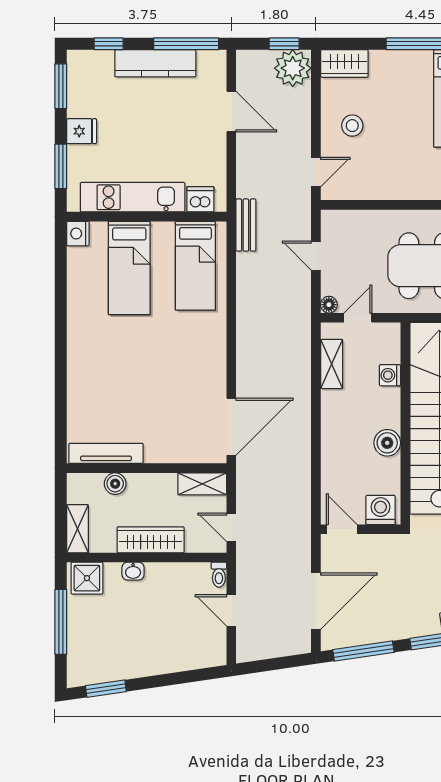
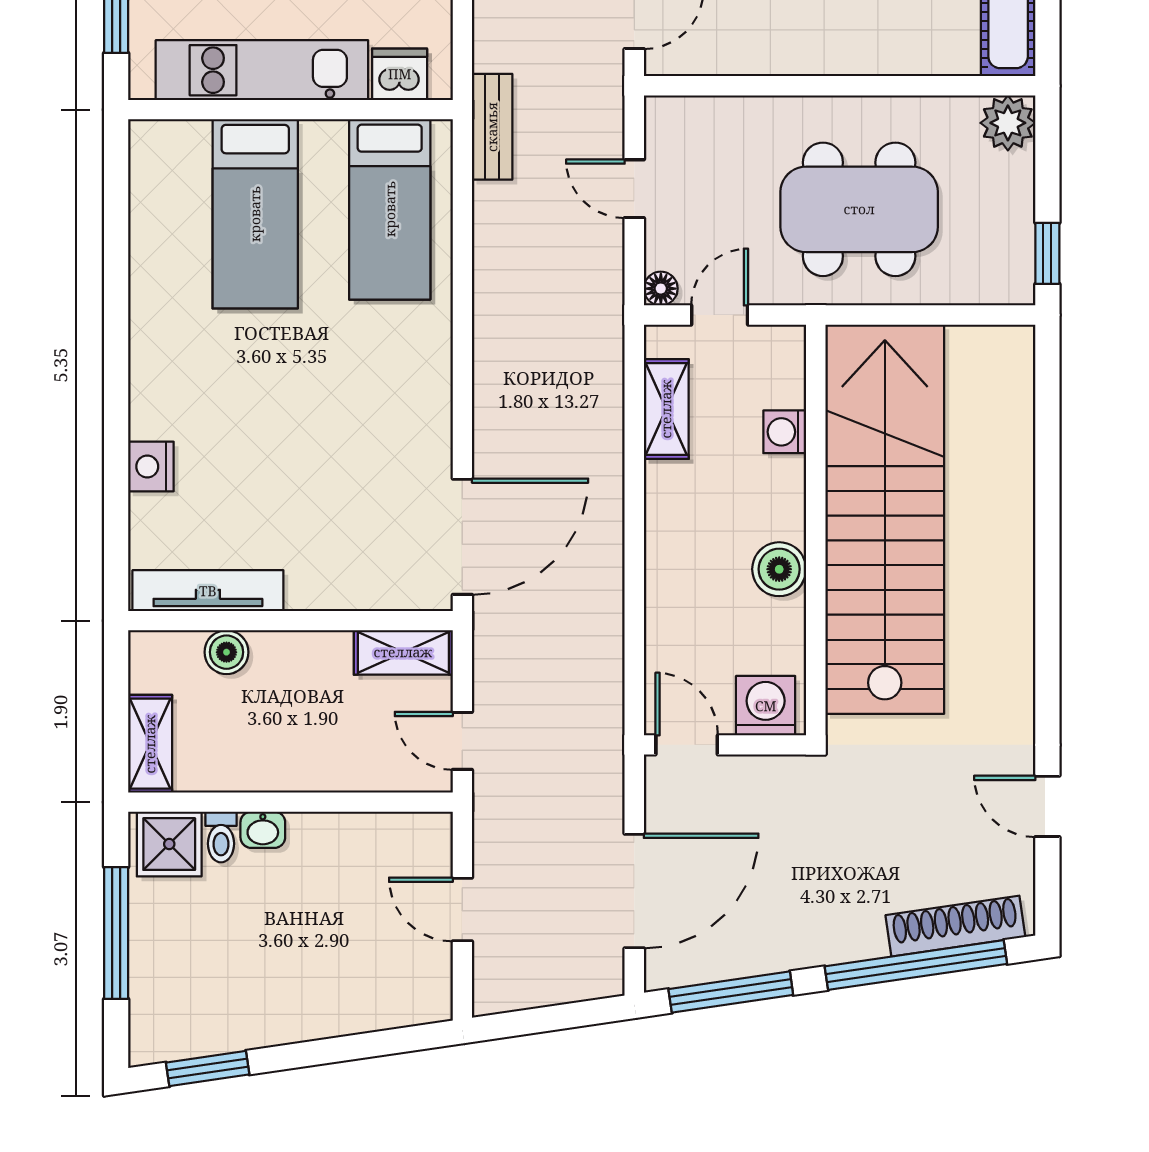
nightstand: (78, 234) -> (151, 467), moved
wardrobe: (151, 540) -> (299, 766), removed
toilet: (219, 575) -> (221, 837), moved

